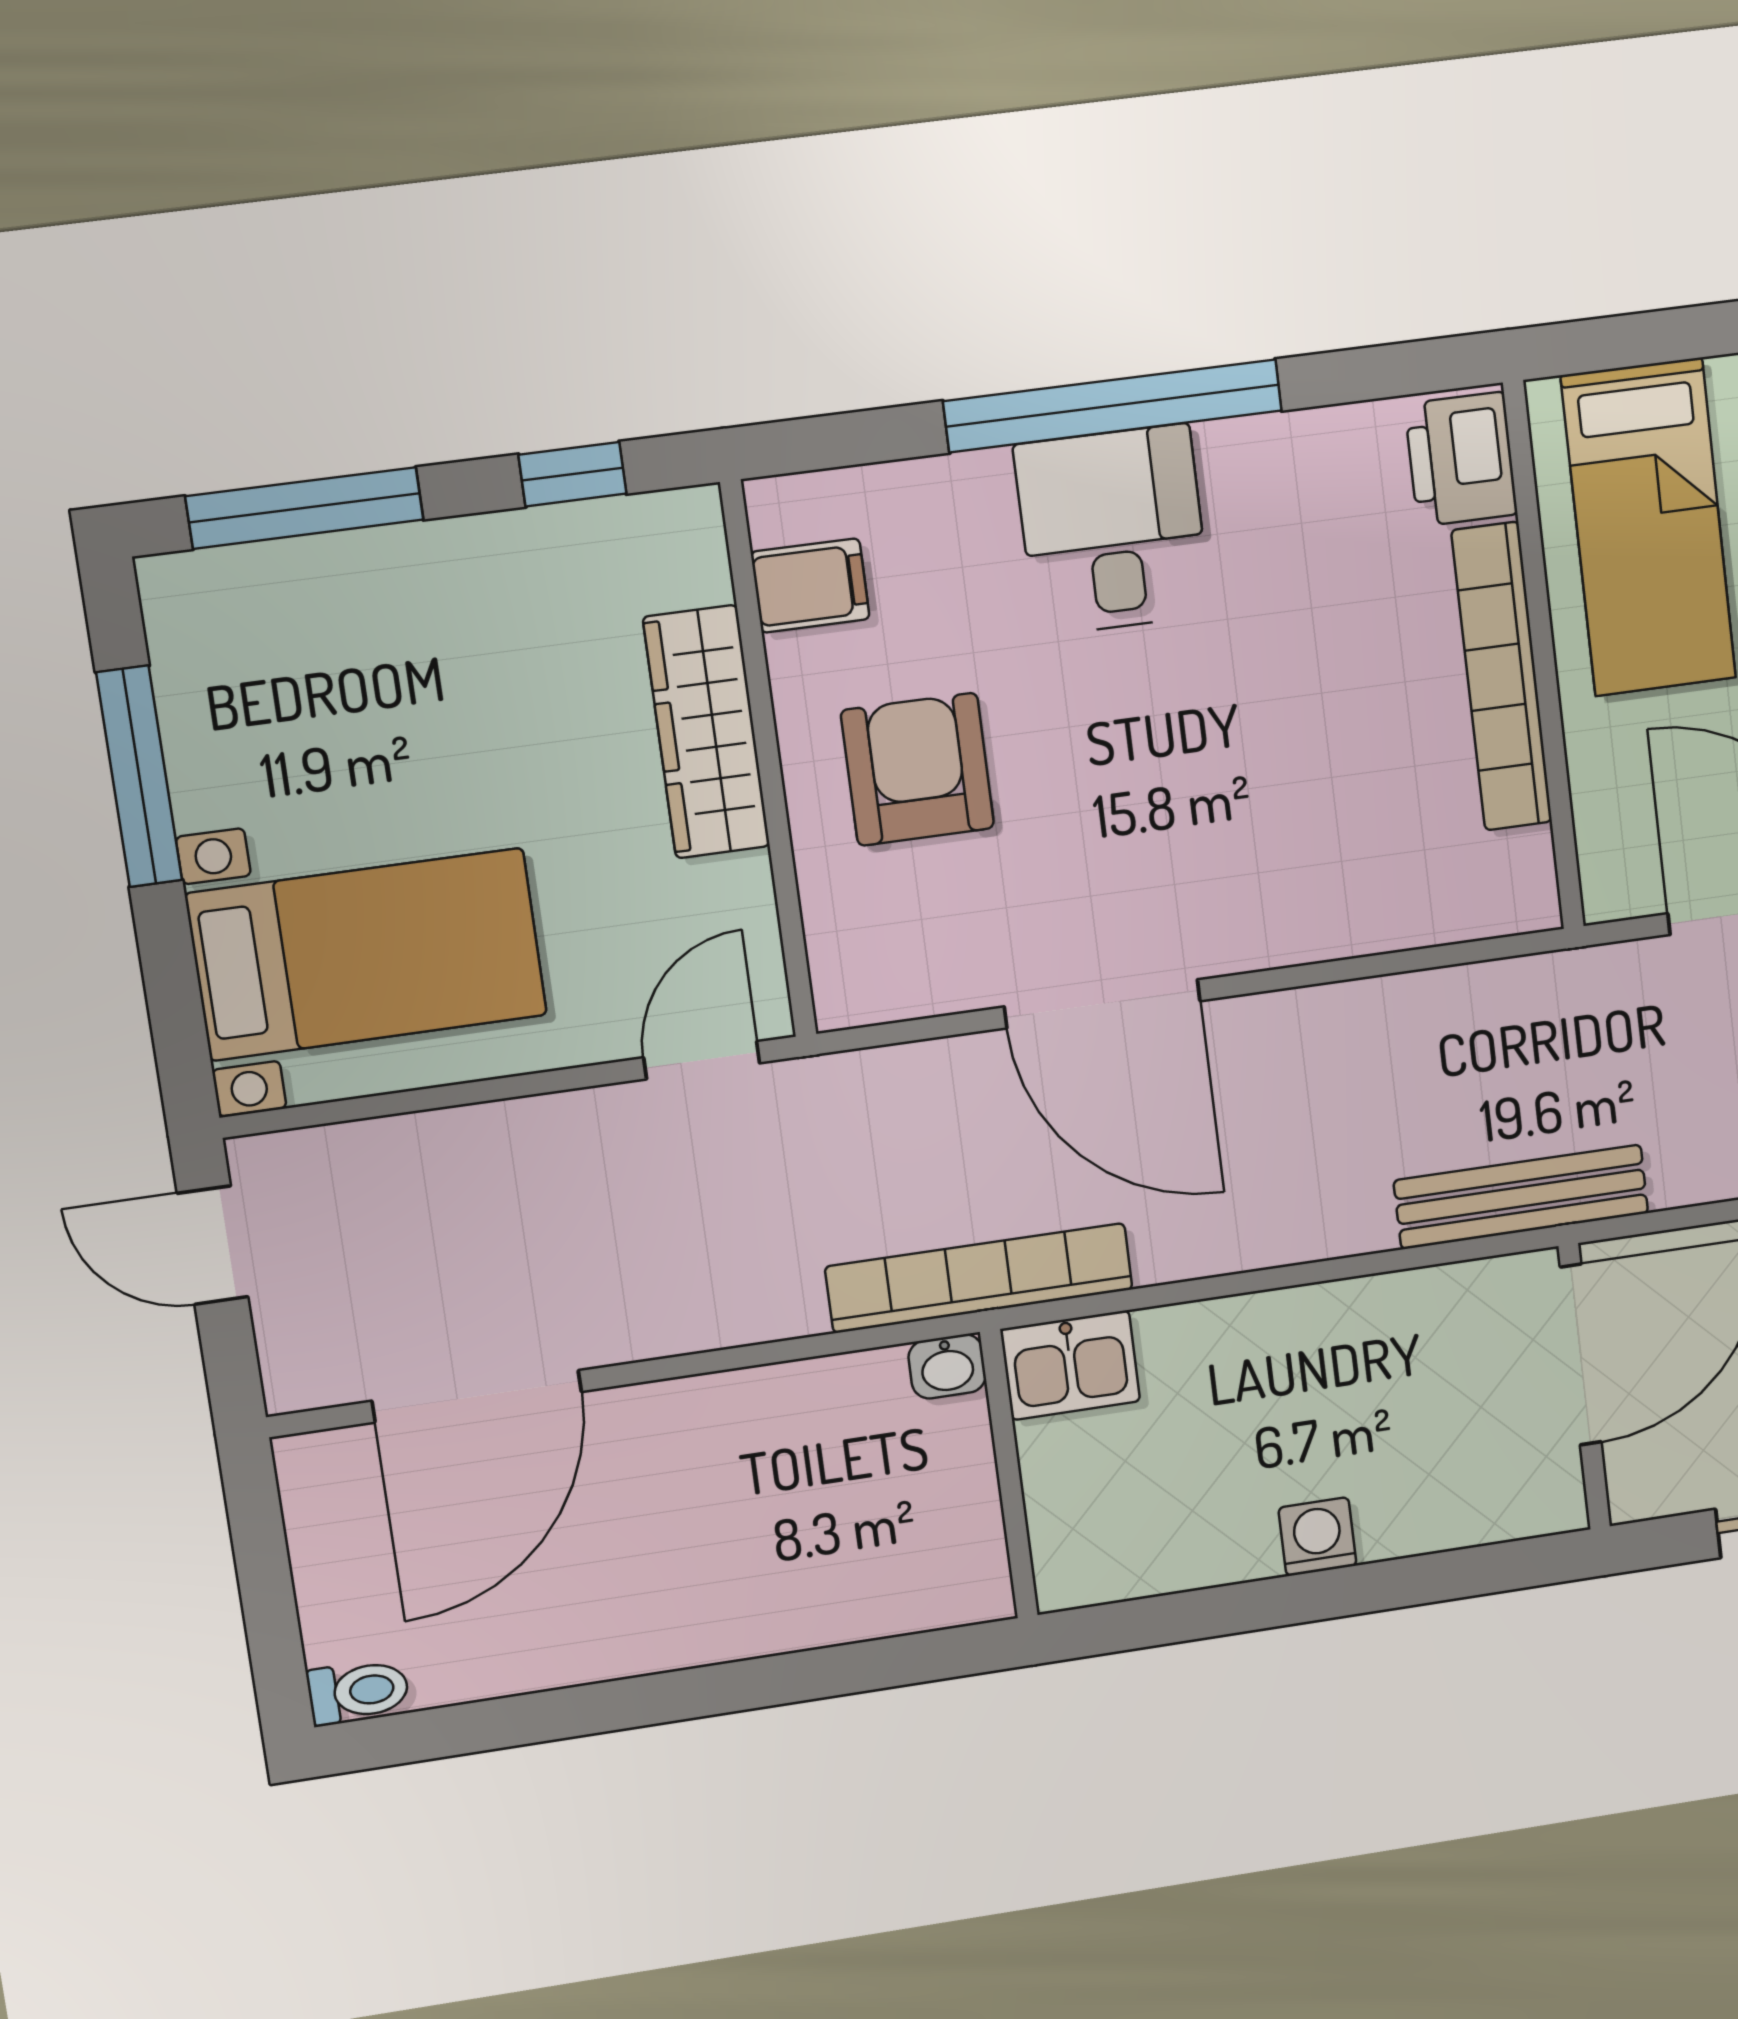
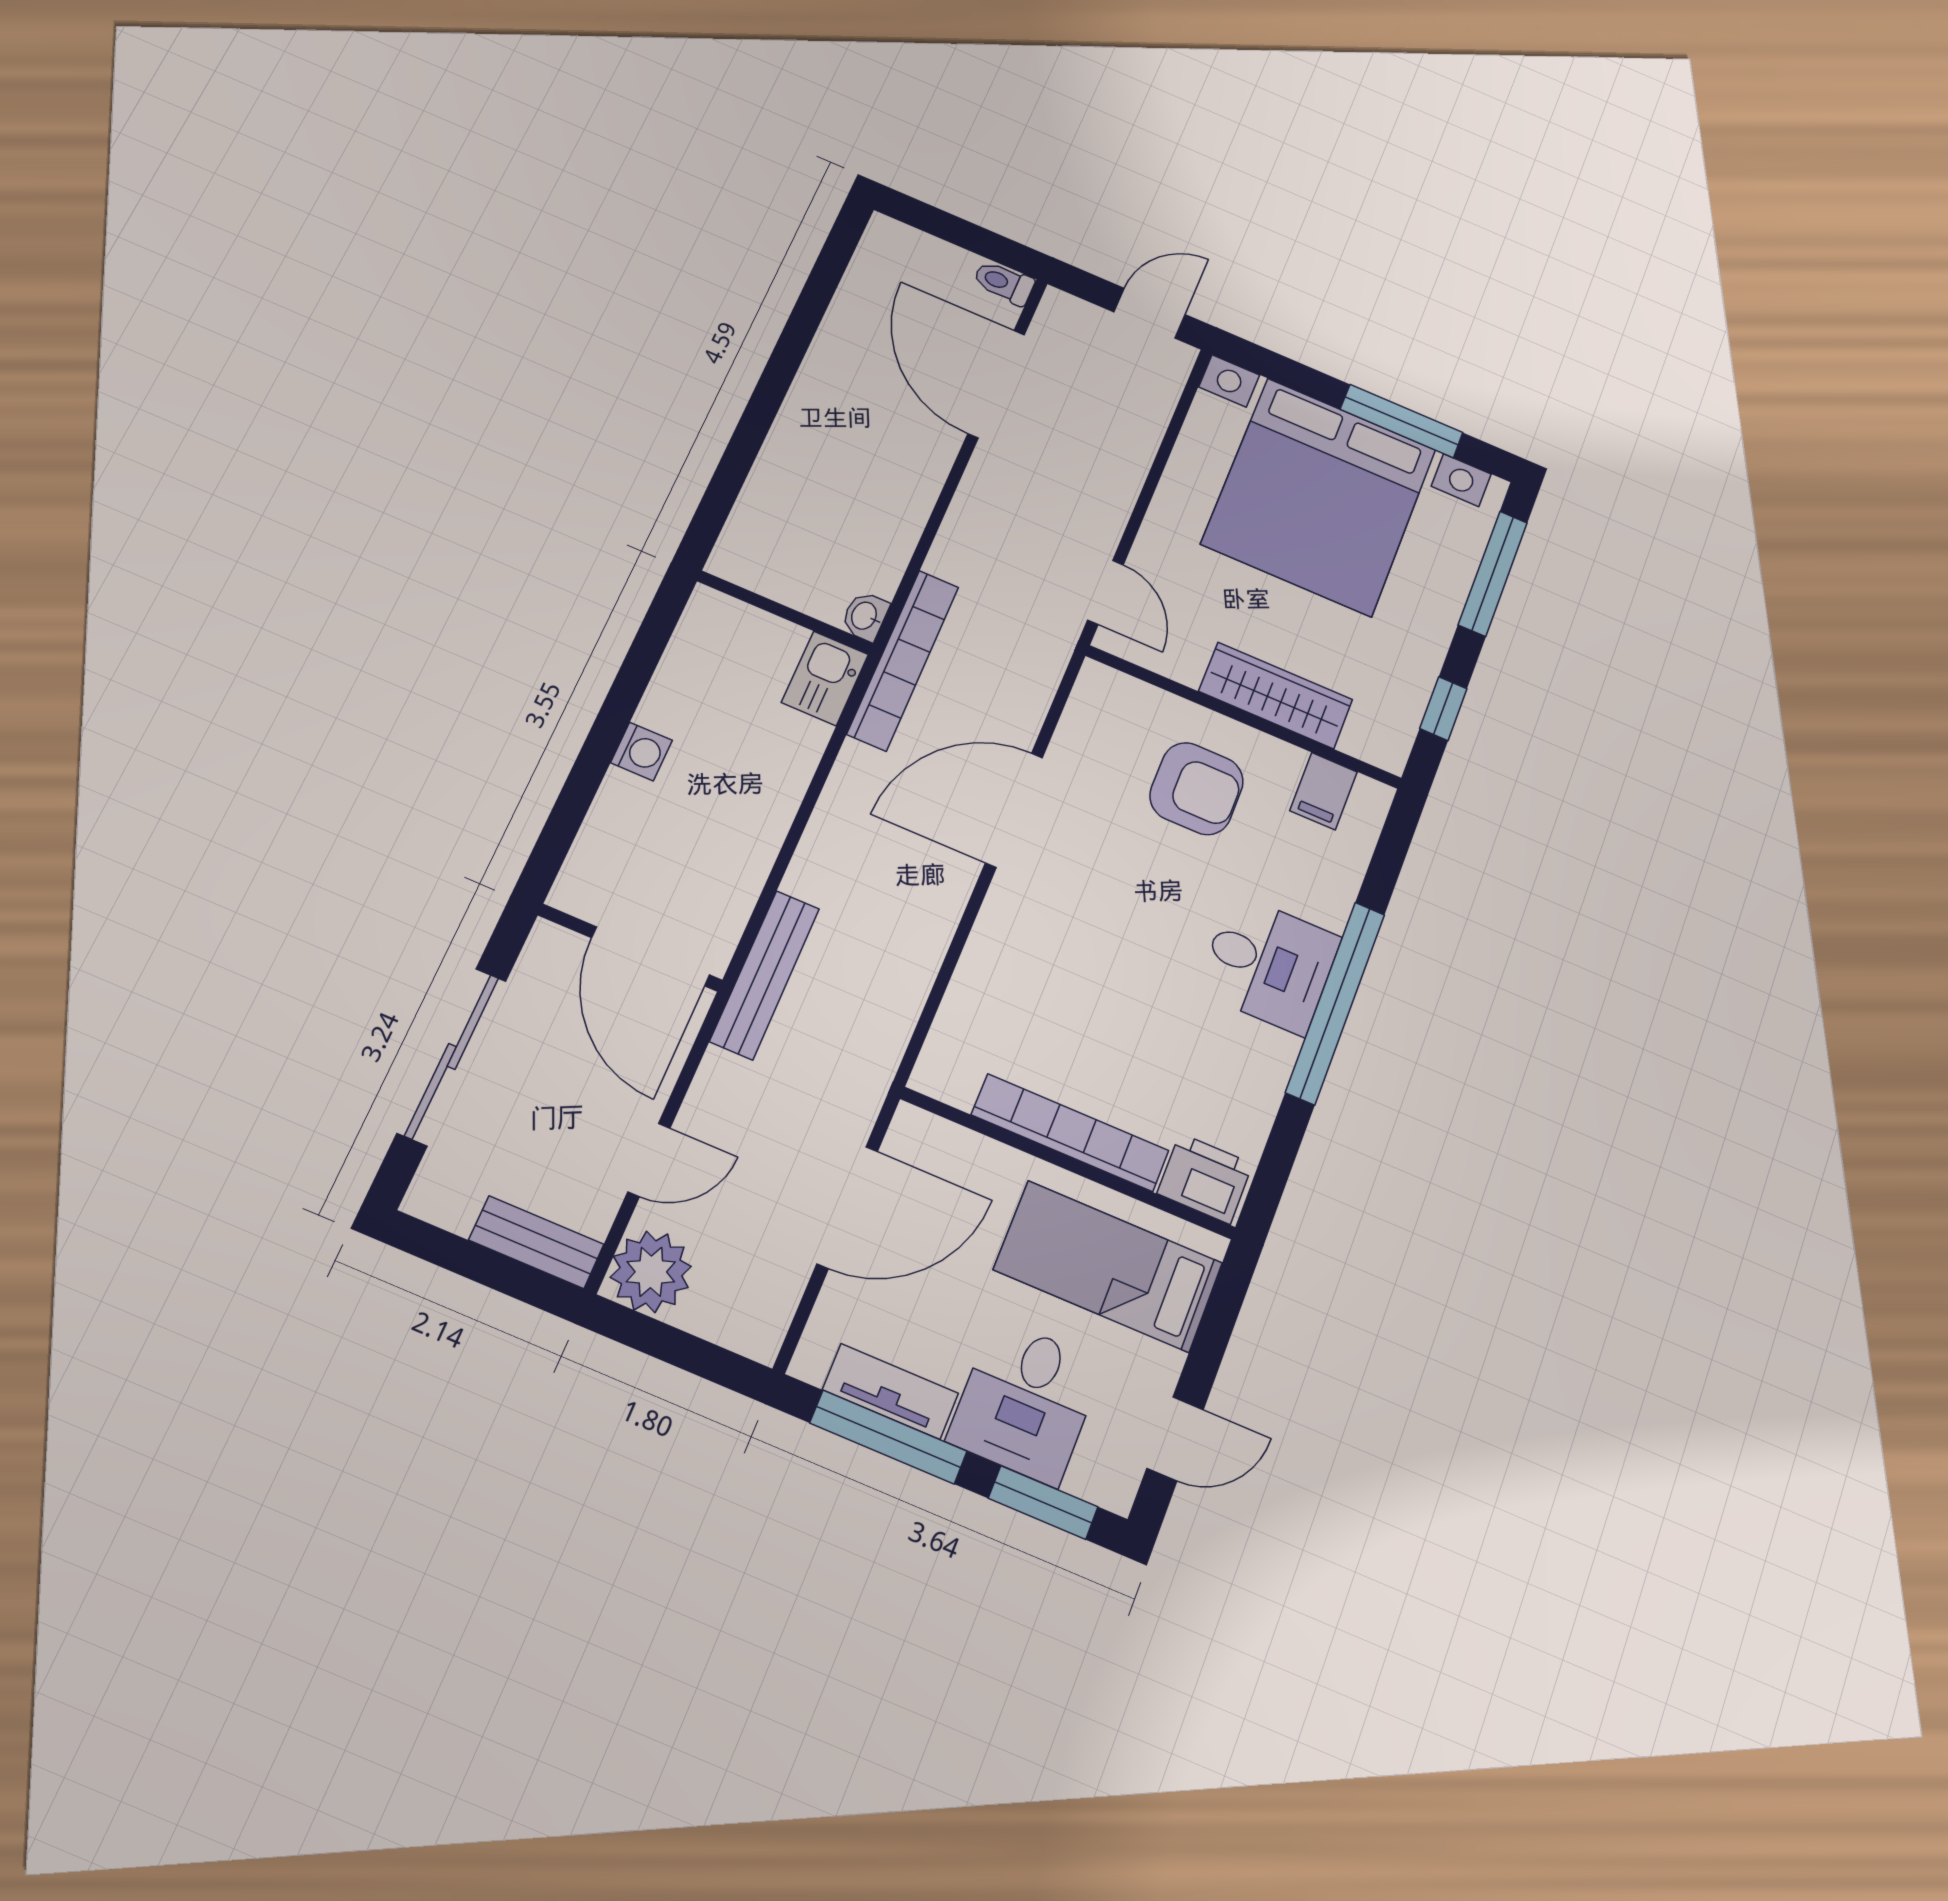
bed with nightstands: (367, 954) -> (1319, 497), width x1.85
toilet: (358, 1692) -> (1004, 283), moved, turned 90

